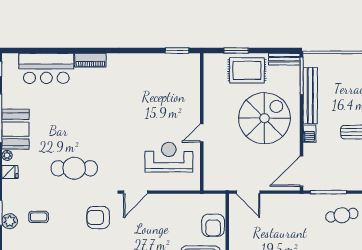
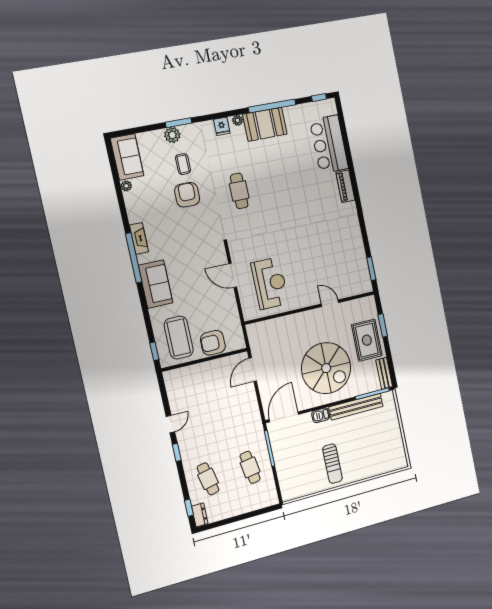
door: (202, 133) -> (330, 303), moved
cafe table: (74, 168) -> (239, 191), width x0.73, depth x0.74
door: (302, 171) -> (284, 417), hinge flipped
door: (136, 192) -> (233, 275), moved
armchair: (98, 217) -> (187, 195), moved

